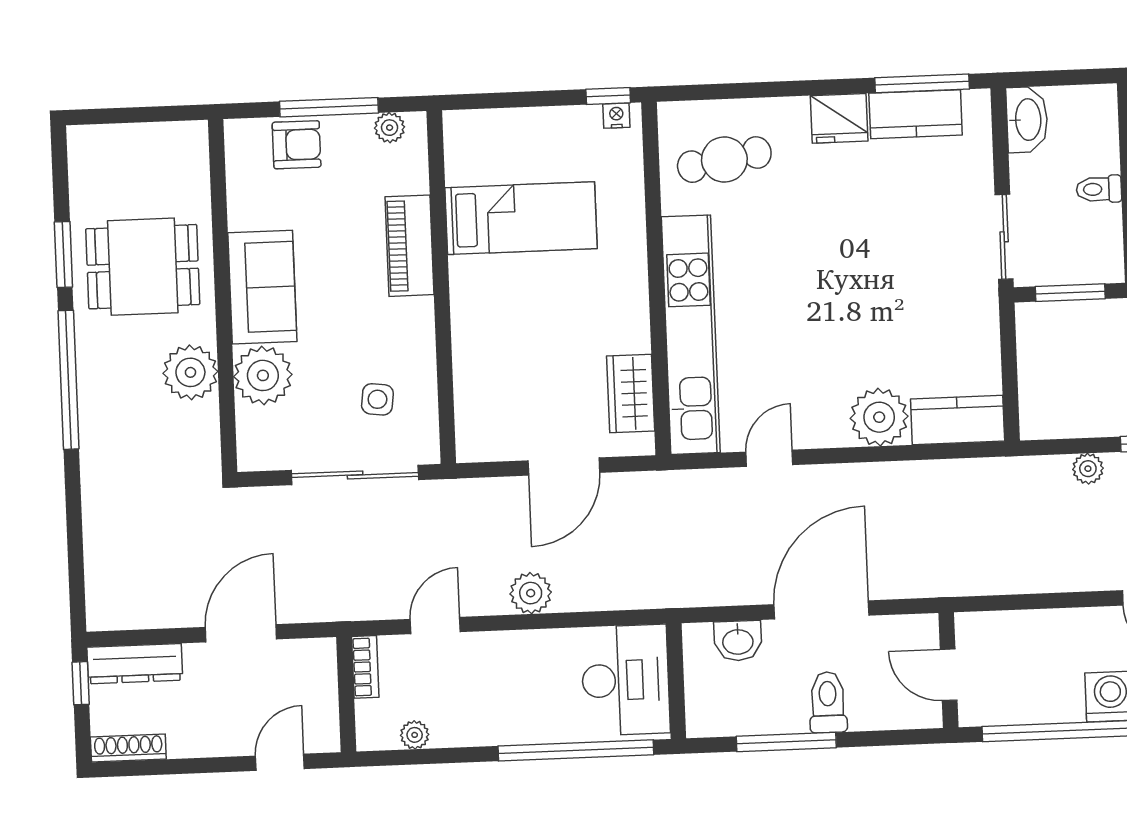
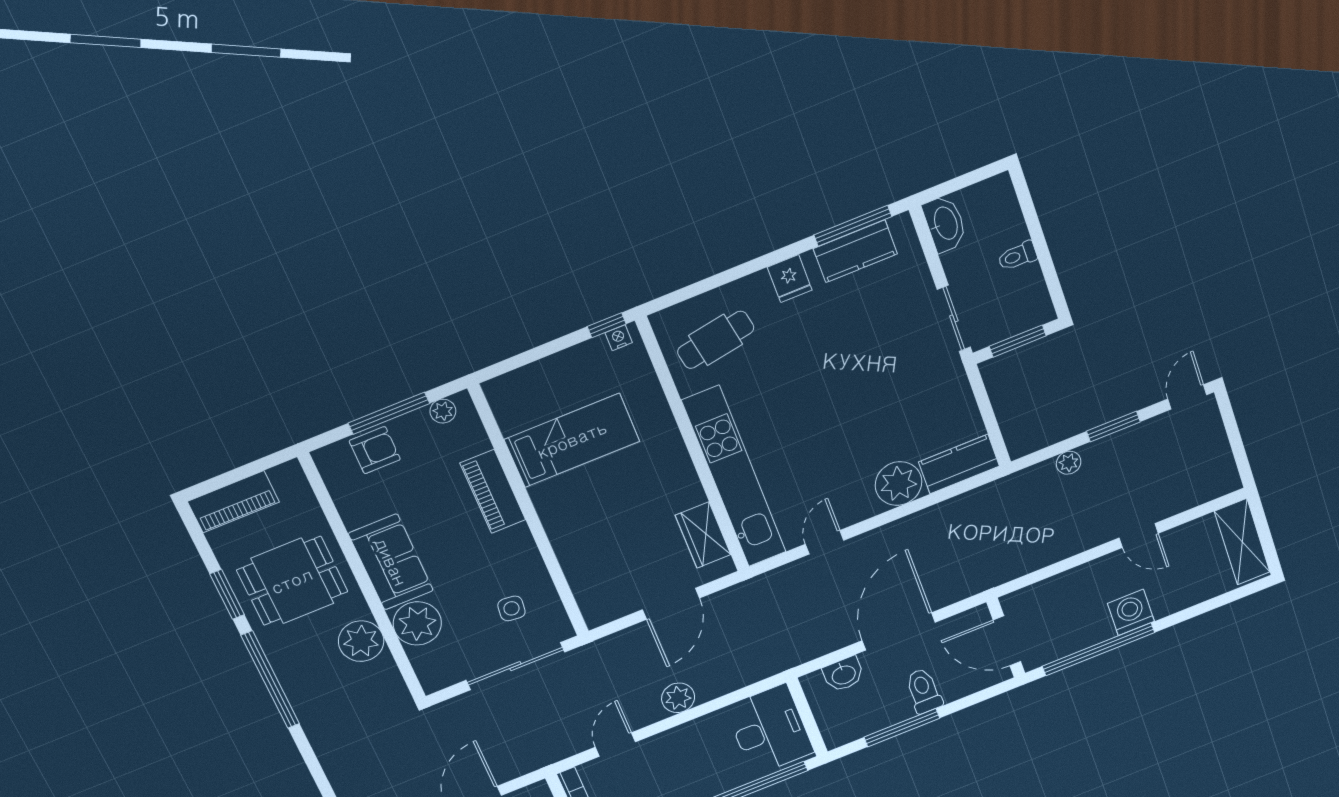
fridge: (839, 118) -> (790, 279), width x0.72
piano: (116, 146) -> (233, 502), added
door: (949, 675) -> (1007, 641), width x1.38

